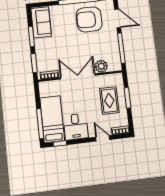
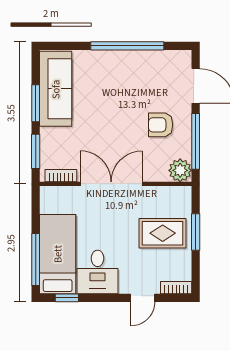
armchair: (89, 19) -> (161, 125), moved, width x0.53, depth x0.53
sofa: (41, 22) -> (56, 89), width x1.36
plant: (101, 66) -> (180, 170), moved
rug: (109, 101) -> (163, 233), turned 90
door: (103, 138) -> (143, 298), swing flipped

